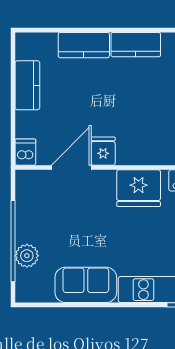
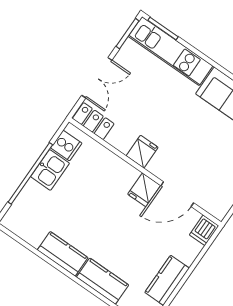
fridge: (139, 188) -> (142, 152), width x0.53, depth x0.75

